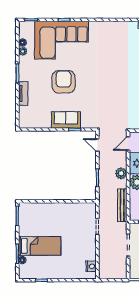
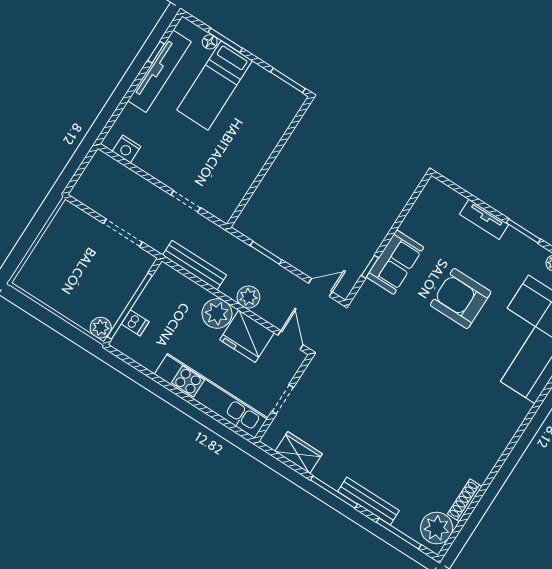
armchair: (64, 82) -> (461, 298), turned 180
tv unit: (49, 273) -> (159, 71), added

